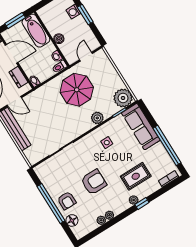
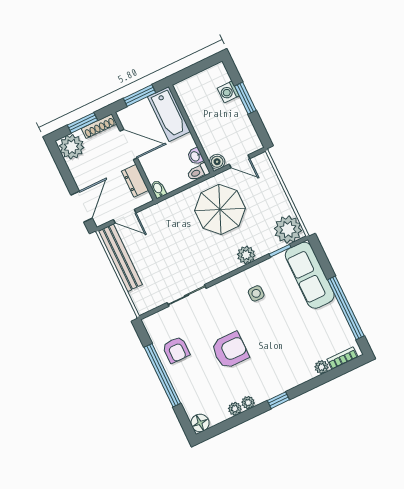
boiler: (59, 39) -> (217, 162), moved
door: (86, 57) -> (239, 161), swing flipped
rug: (136, 176) -> (294, 349), removed
plant: (134, 200) -> (321, 367), moved
armchair: (67, 201) -> (176, 350), moved
window: (142, 204) -> (278, 400), moved
floor lamp: (72, 220) -> (200, 423), moved

